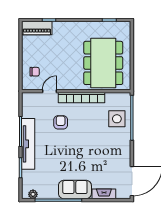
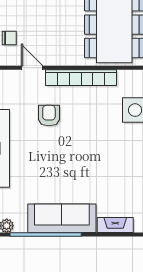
door: (50, 91) -> (32, 68), hinge flipped
sofa: (75, 189) -> (62, 218), width x1.36

